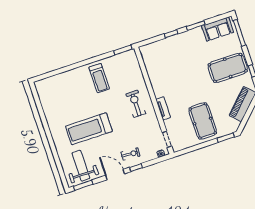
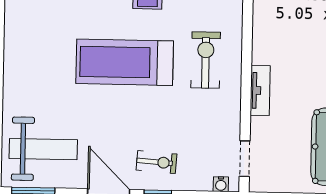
treadmill: (89, 129) -> (125, 62), moved
weight bench: (81, 166) -> (43, 149), turned 90

